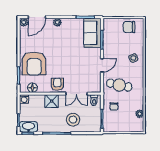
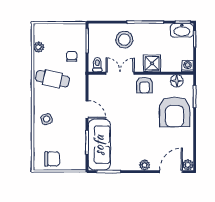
sofa: (93, 33) -> (99, 145), width x1.36
armchair: (34, 64) -> (175, 112), turned 180
door: (102, 65) -> (87, 110), swing flipped
cafe table: (119, 85) -> (52, 79), moved

